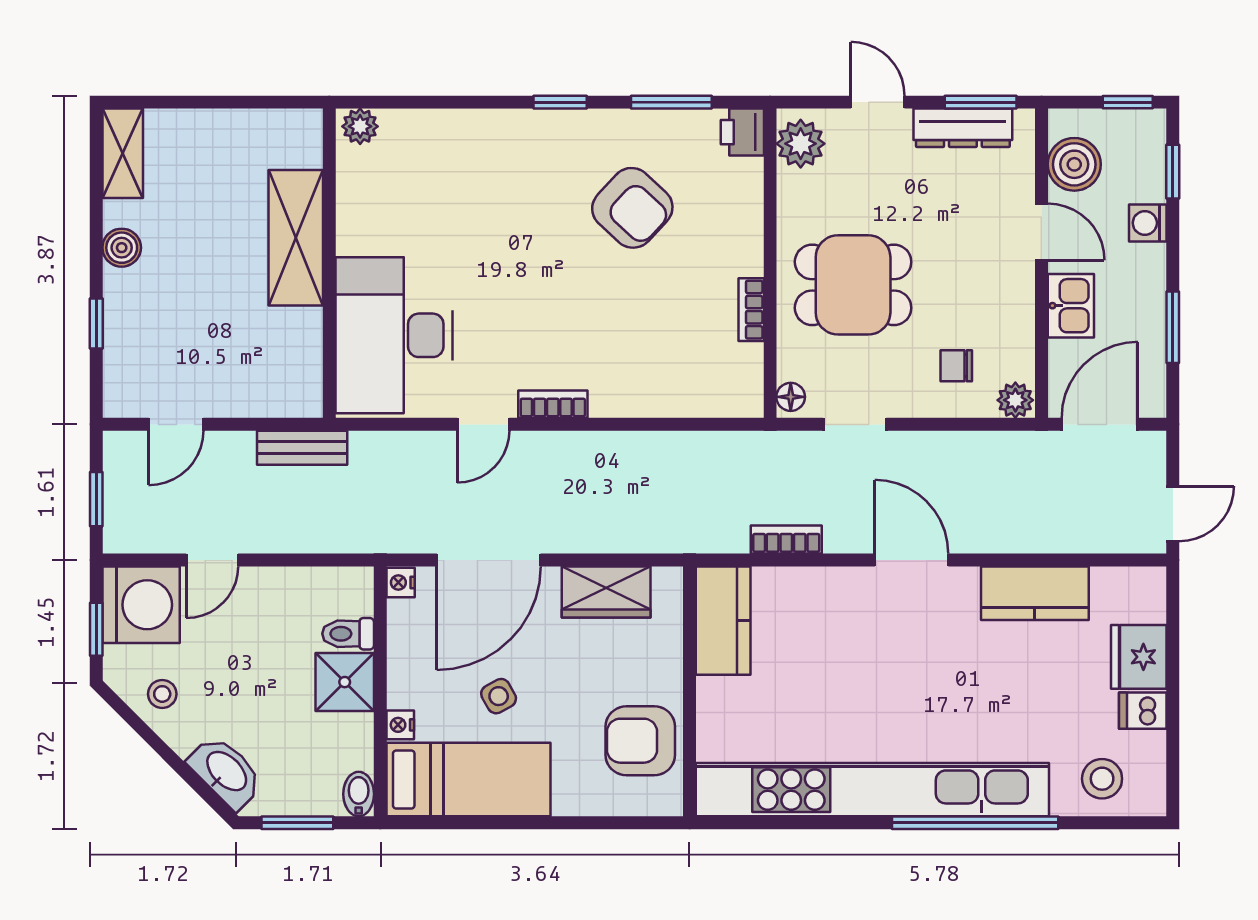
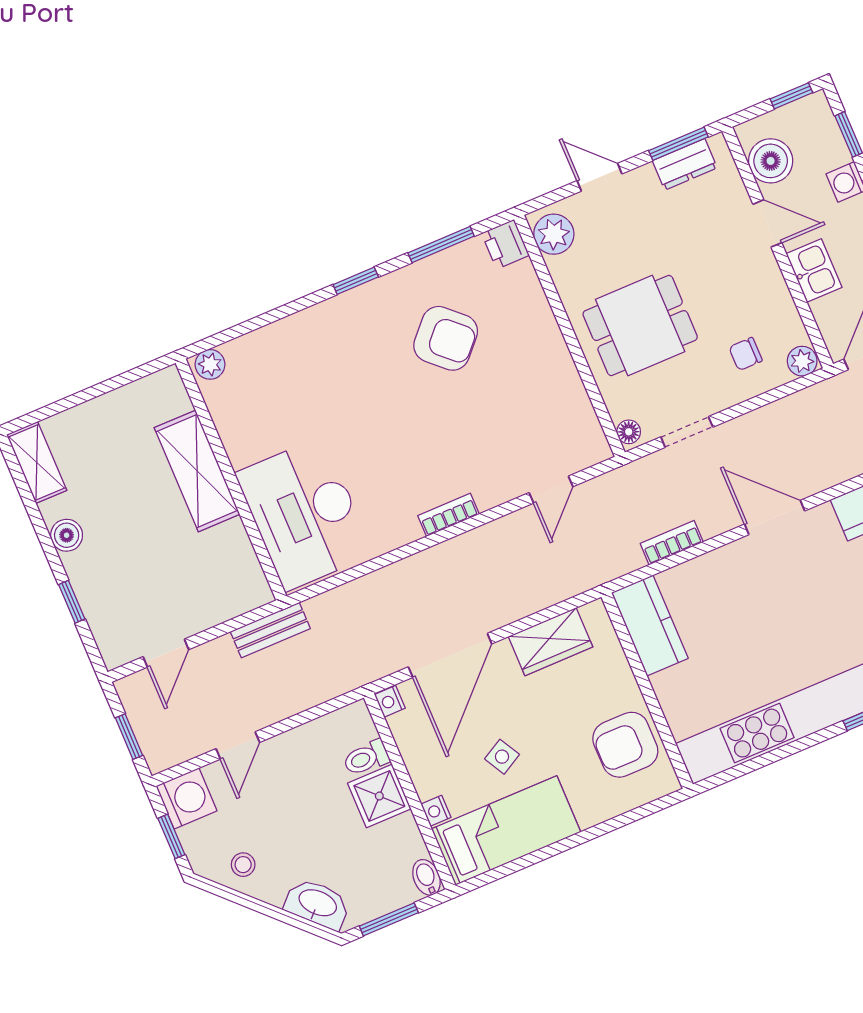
dresser: (963, 128) -> (685, 164), width x0.70
bookcase: (751, 310) -> (570, 378), removed
door: (483, 424) -> (551, 490), moved
washing machine: (141, 605) -> (186, 798), width x0.73, depth x0.73

